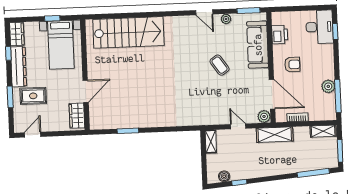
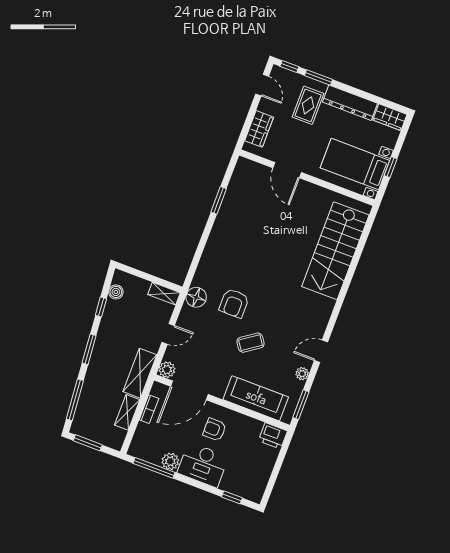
desk: (319, 27) -> (203, 465), moved
printer: (280, 35) -> (273, 436), moved
window: (8, 53) -> (289, 66), moved
armchair: (292, 65) -> (214, 430), turned 90
armchair: (196, 89) -> (234, 303), added
wardrobe: (77, 116) -> (259, 129), moved, turned 90
floor lamp: (204, 118) -> (196, 297), added
shelving: (323, 131) -> (127, 412), moved
window: (273, 178) -> (89, 349), added

